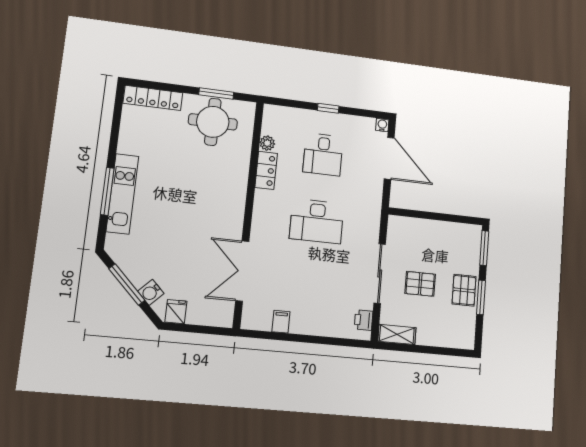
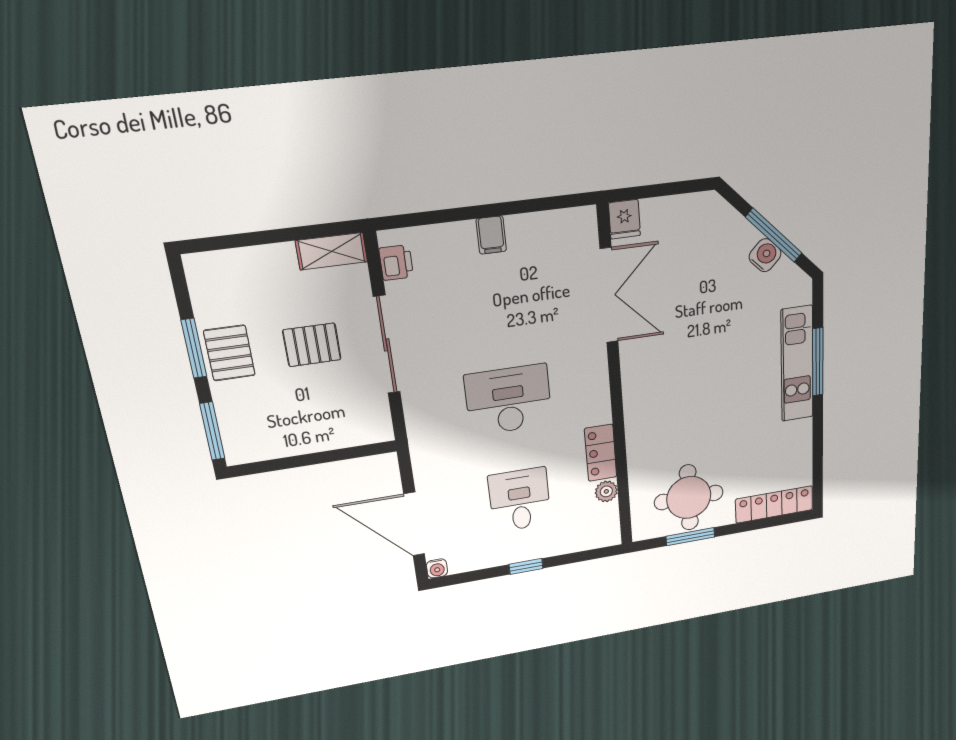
water cooler: (151, 292) -> (765, 255), moved
fridge: (176, 312) -> (624, 219), moved
filing cabinet: (281, 322) -> (491, 235), moved

